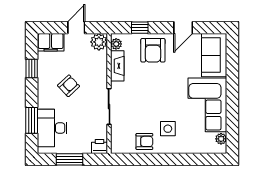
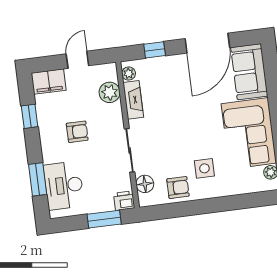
door: (183, 28) -> (207, 43), width x1.88
plant: (99, 42) -> (110, 92), moved
armchair: (153, 50) -> (174, 75), removed
armchair: (69, 86) -> (77, 132), turned 43
floor lamp: (118, 135) -> (145, 184), added
window: (70, 159) -> (104, 219), moved

